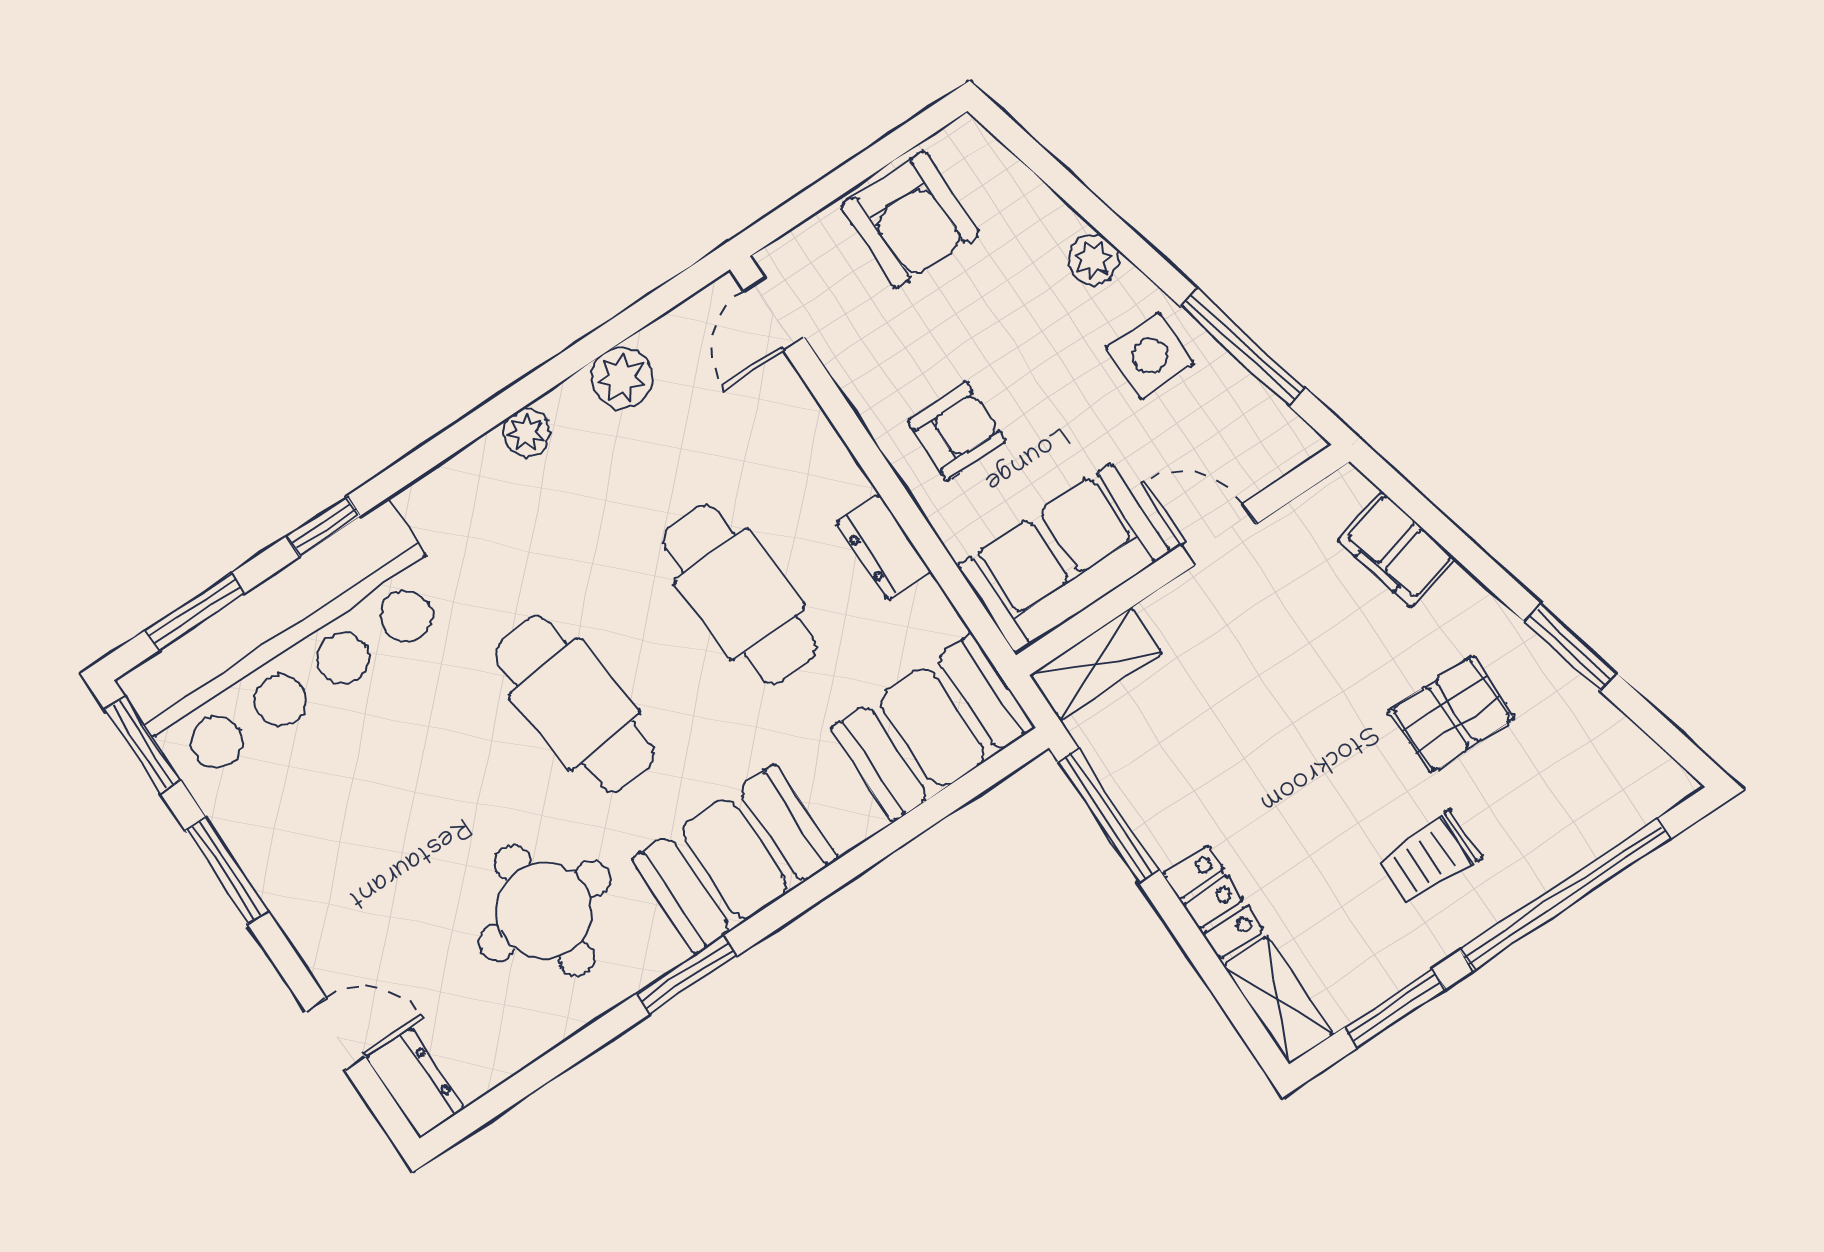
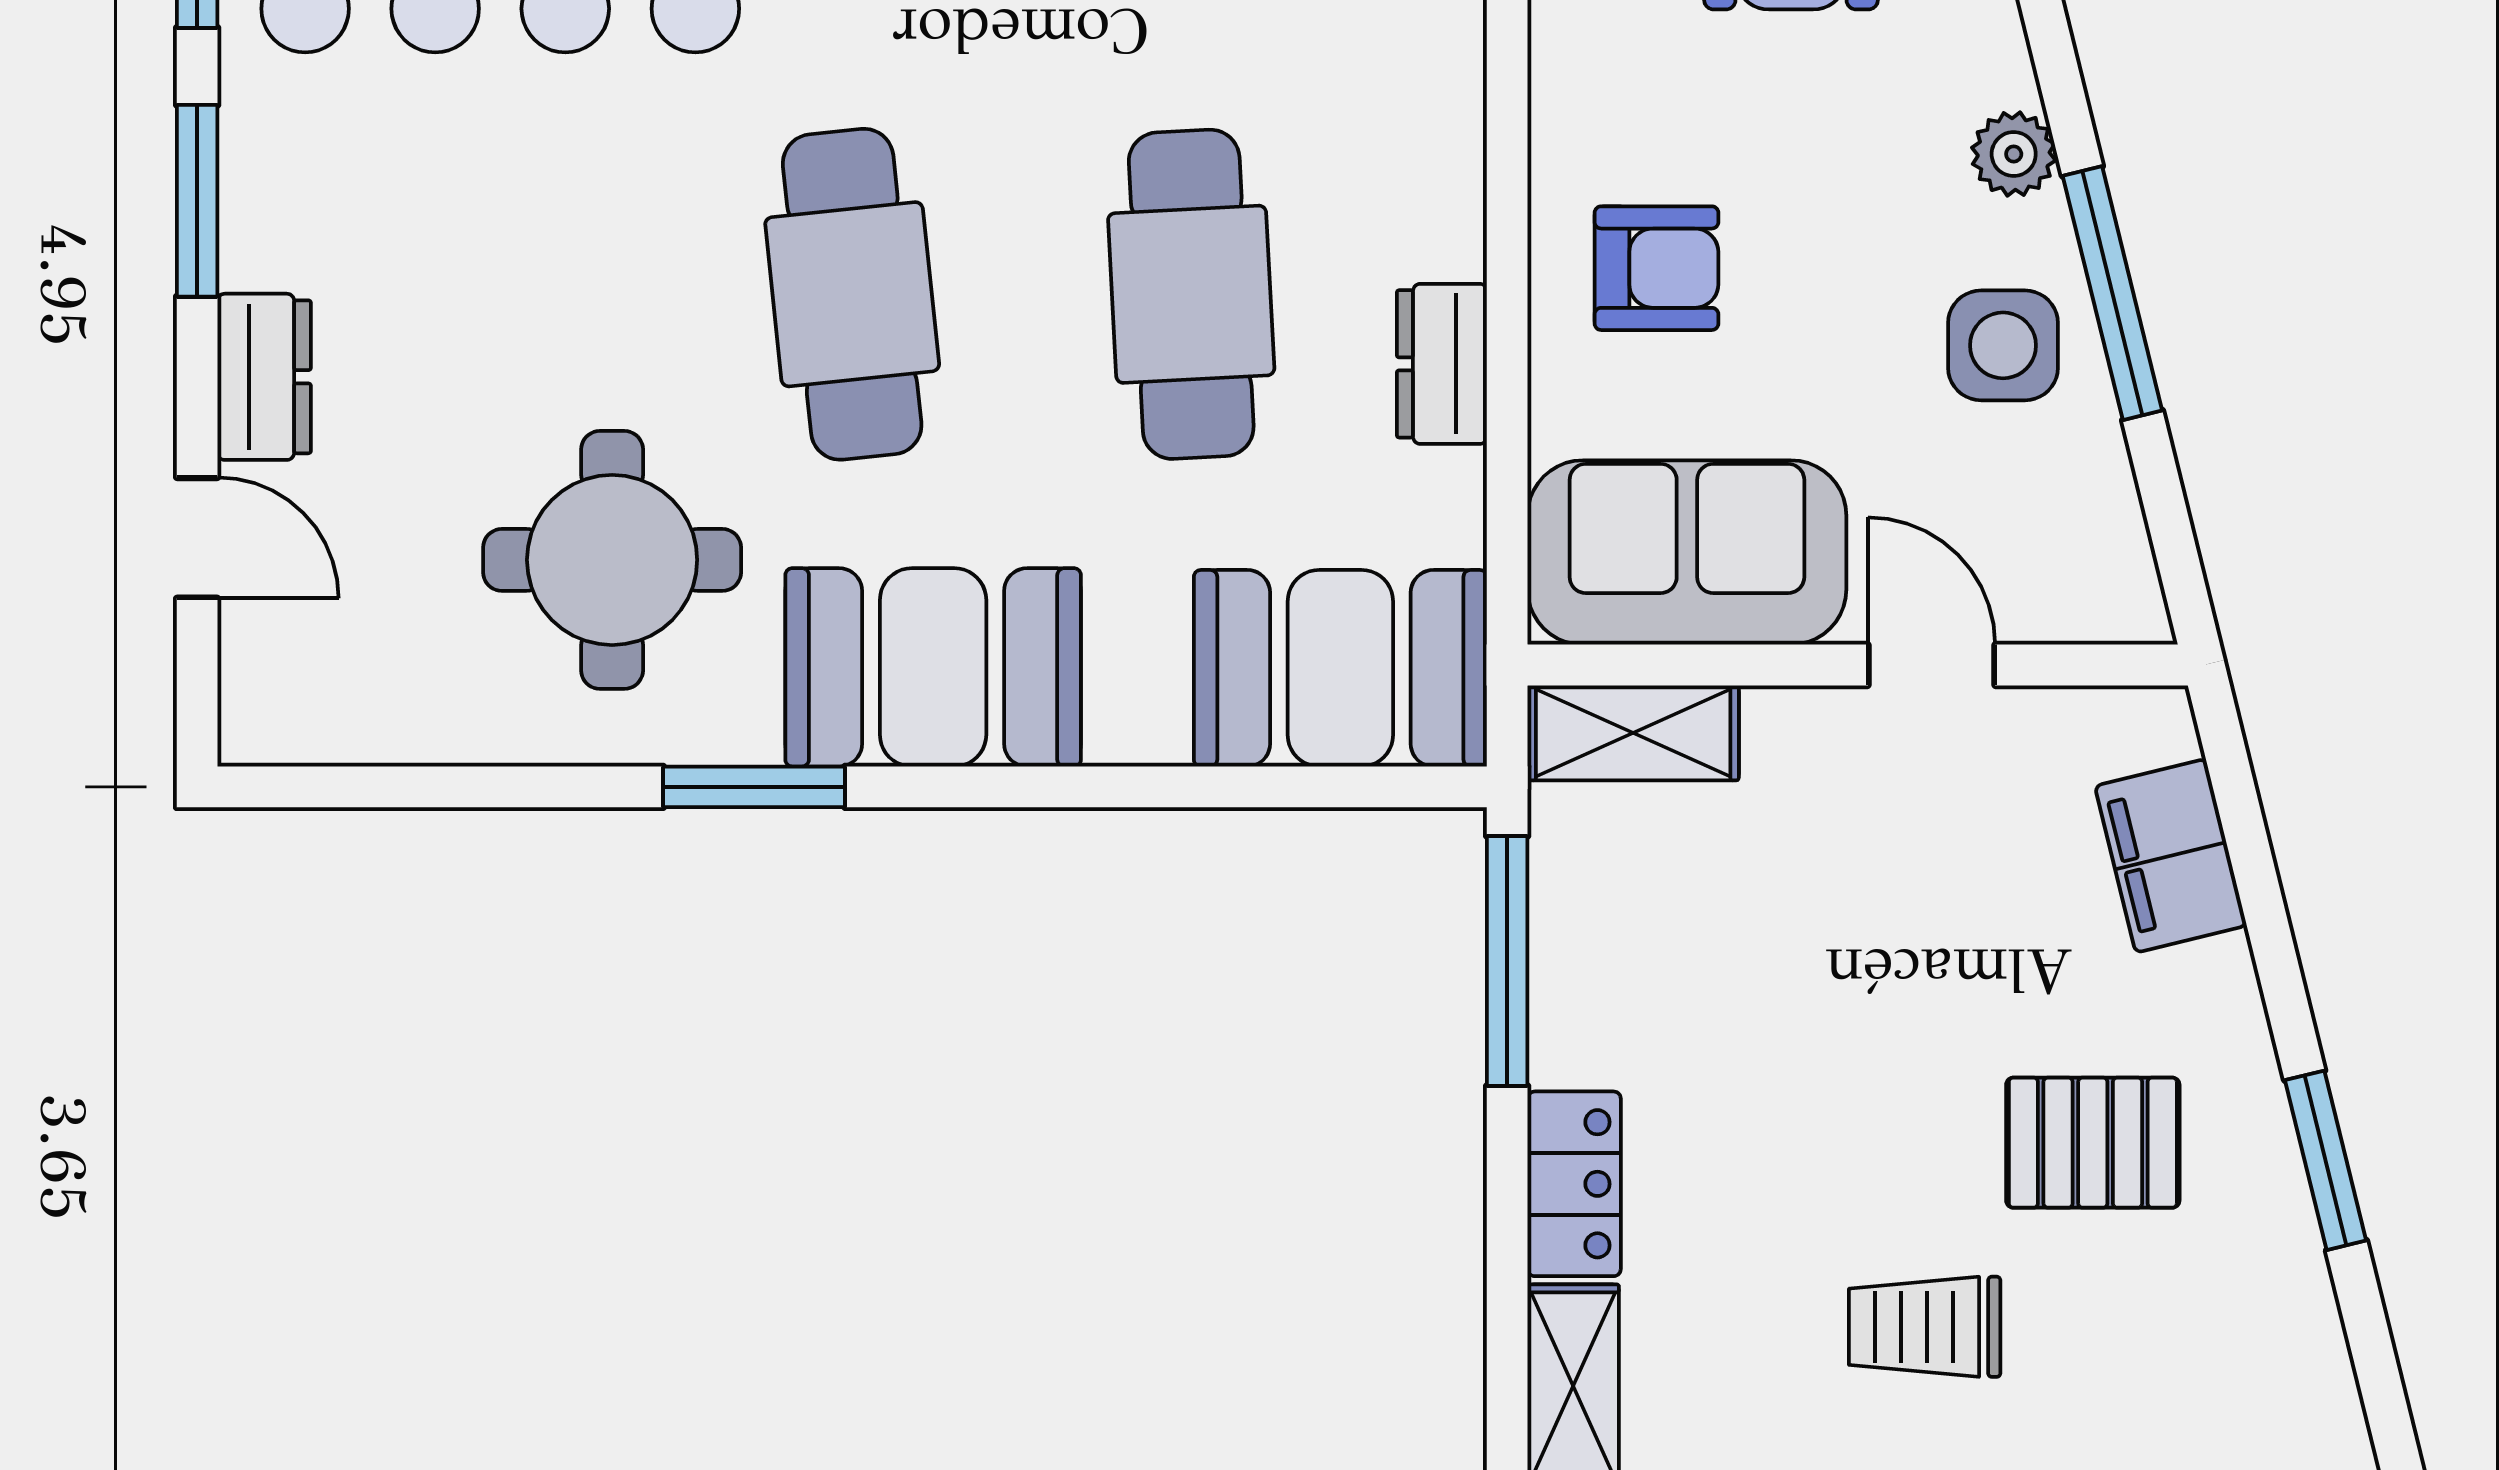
window: (1242, 347) -> (2112, 293), moved
dresser: (415, 1083) -> (264, 377), moved

